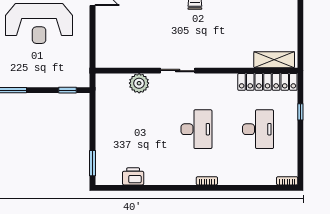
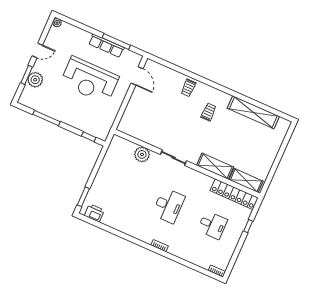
shelving: (231, 59) -> (215, 166), added
desk: (258, 129) -> (212, 225), width x0.73
printer: (133, 176) -> (94, 213), moved

